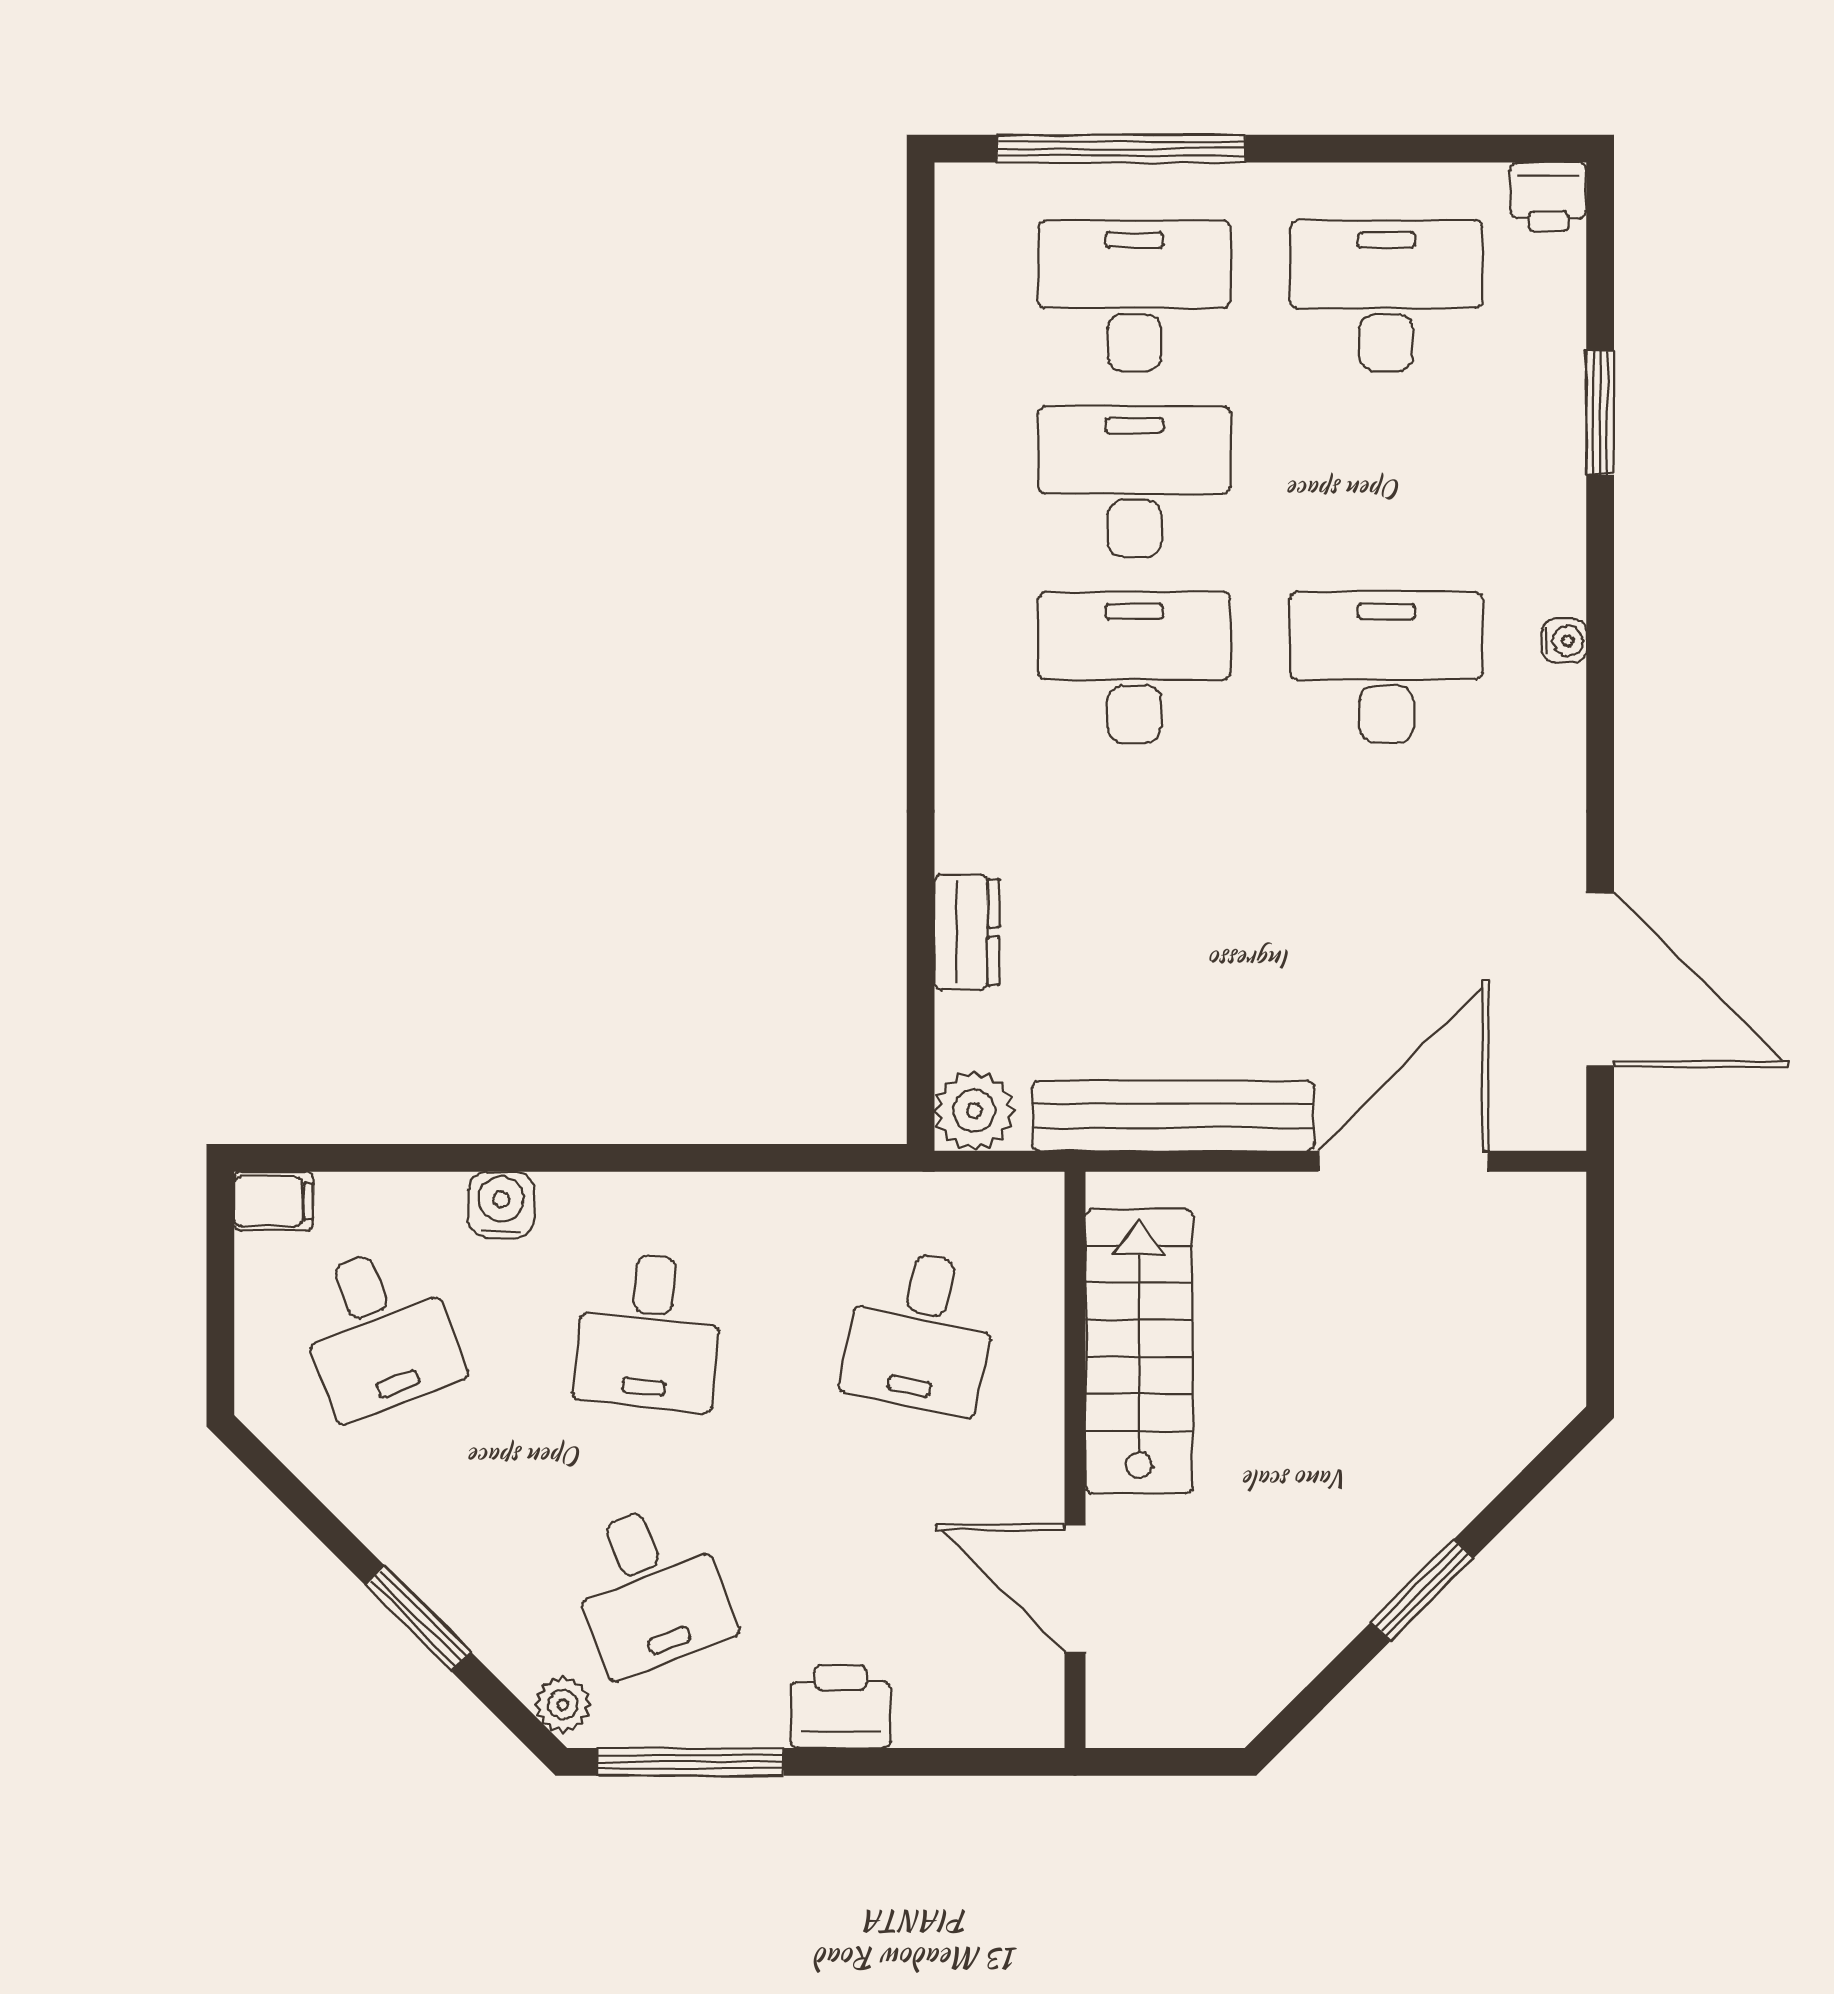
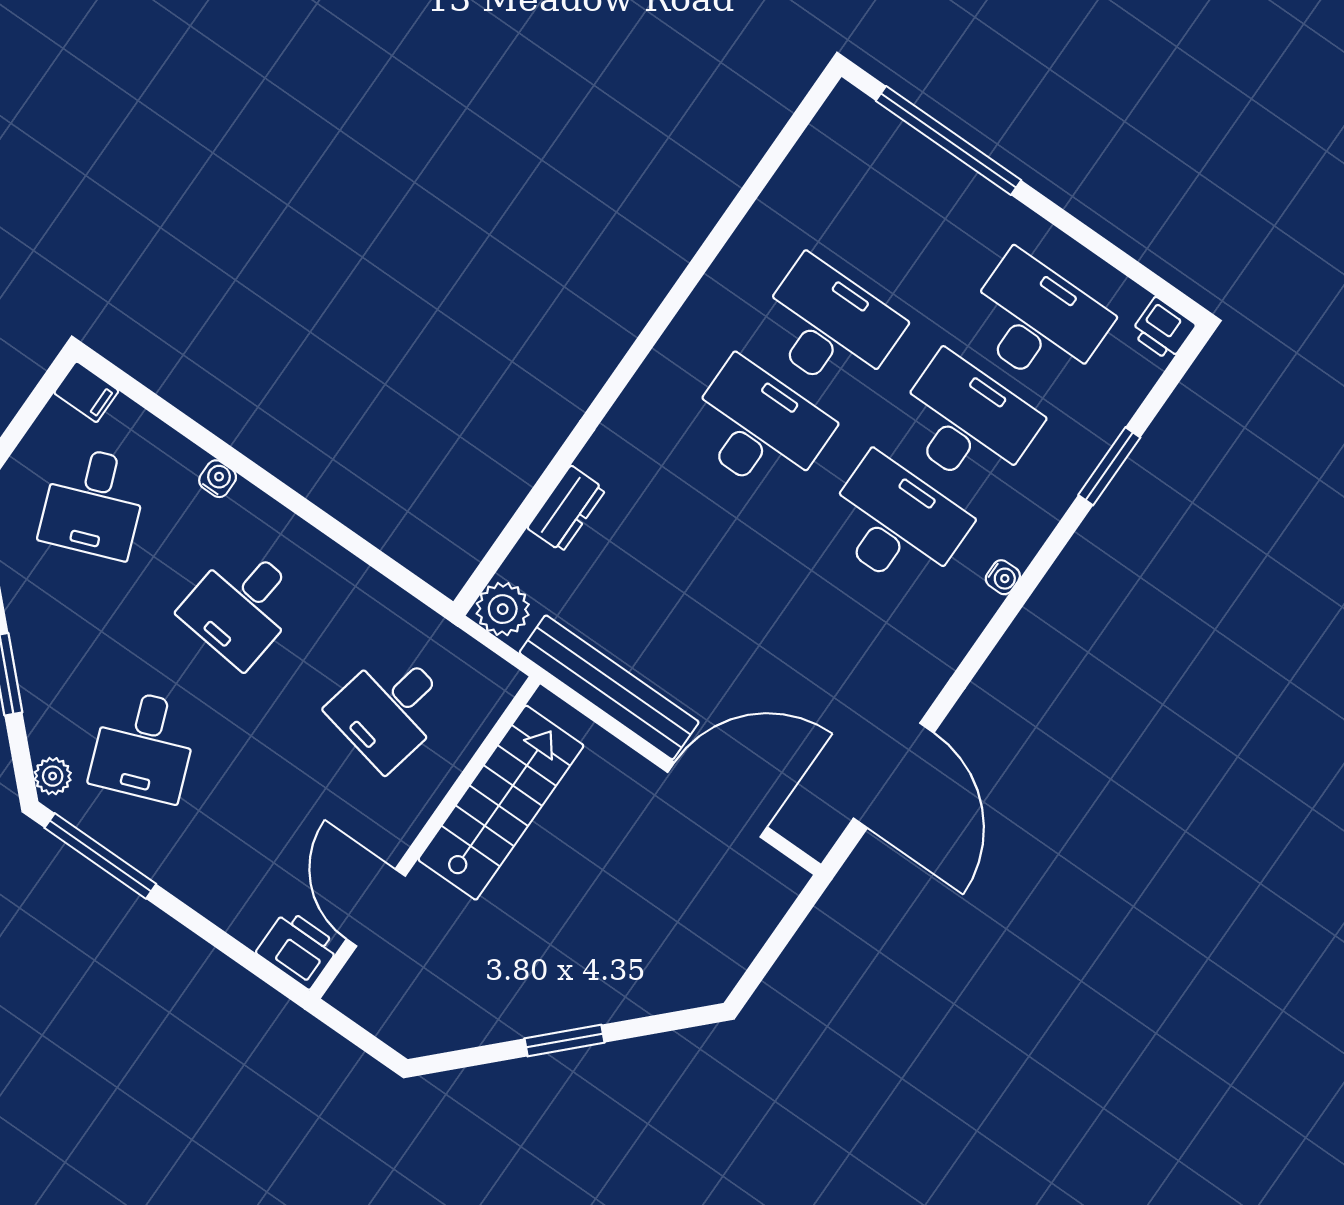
desk: (1134, 296) -> (966, 423), moved
water cooler: (501, 1205) -> (218, 479), width x0.72, depth x0.72
printer: (841, 1707) -> (298, 949), moved

